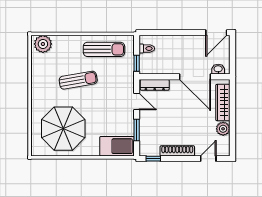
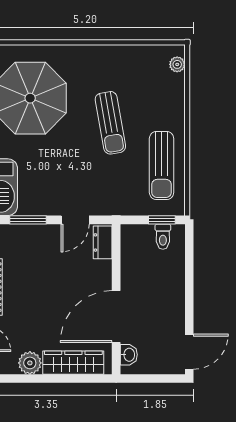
door: (216, 33) -> (189, 352), swing flipped
plant: (43, 44) -> (177, 64), width x0.53, depth x0.53
window: (137, 63) -> (162, 220), moved
dresser: (155, 85) -> (103, 242), width x0.70

